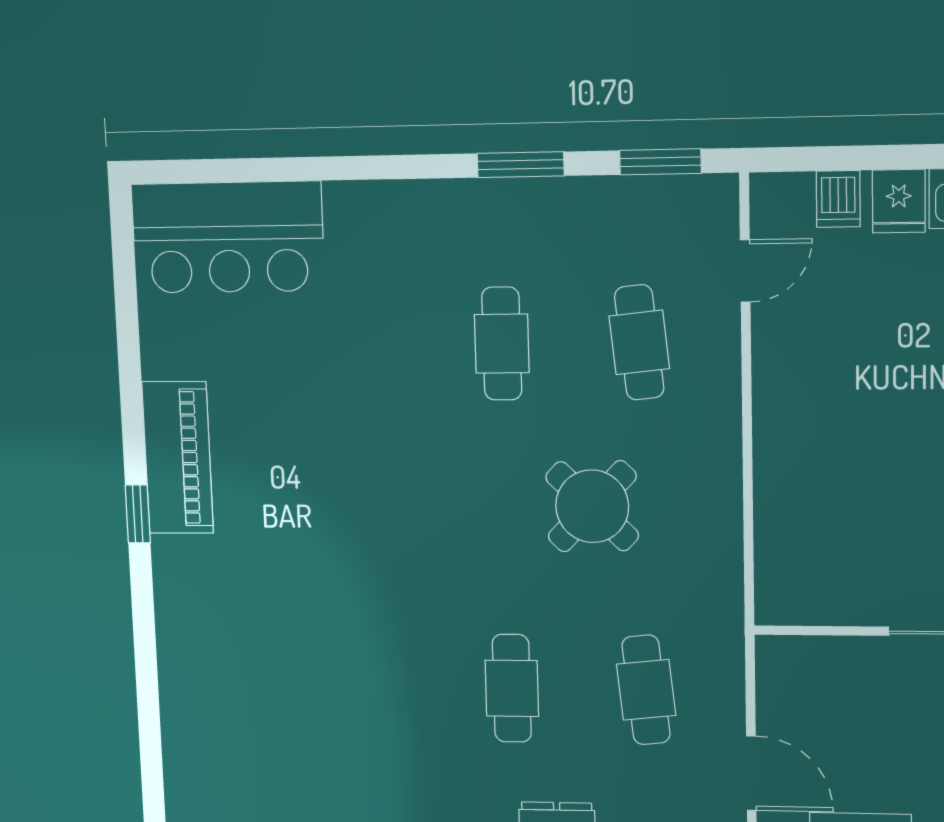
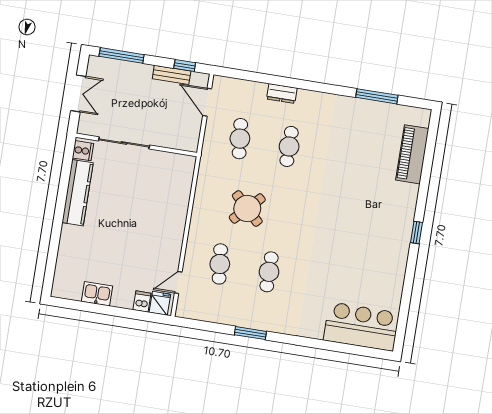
window: (660, 162) -> (201, 325), removed
fridge: (899, 201) -> (160, 303), moved
piano: (178, 458) -> (412, 154), moved

